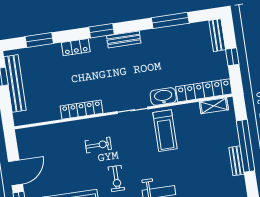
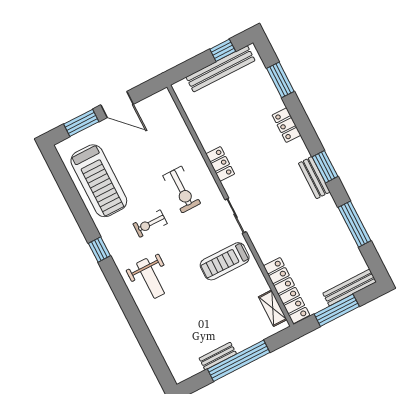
window: (102, 31) -> (325, 167), moved
bench: (217, 35) -> (350, 288), width x1.36
window: (232, 57) -> (337, 310), width x2.17
washbasin: (163, 96) -> (264, 246), removed
locker: (81, 110) -> (220, 164), width x0.66
exercise bike: (98, 145) -> (182, 190), width x1.38, depth x1.39

